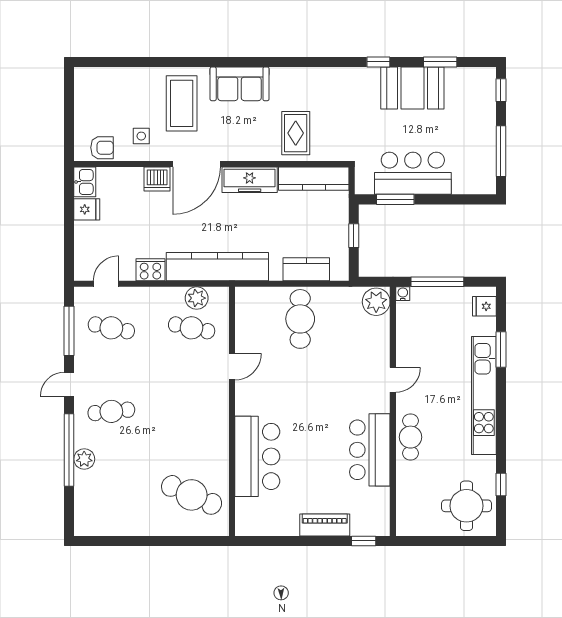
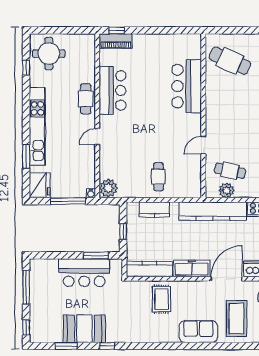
fridge: (484, 306) -> (40, 185), width x1.88, depth x1.34
cafe table: (300, 319) -> (158, 177), width x0.73, depth x0.74
piano: (325, 525) -> (116, 41), moved

